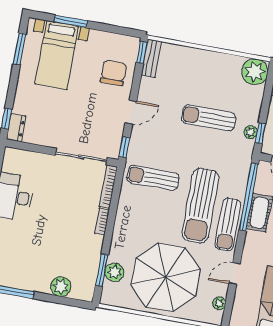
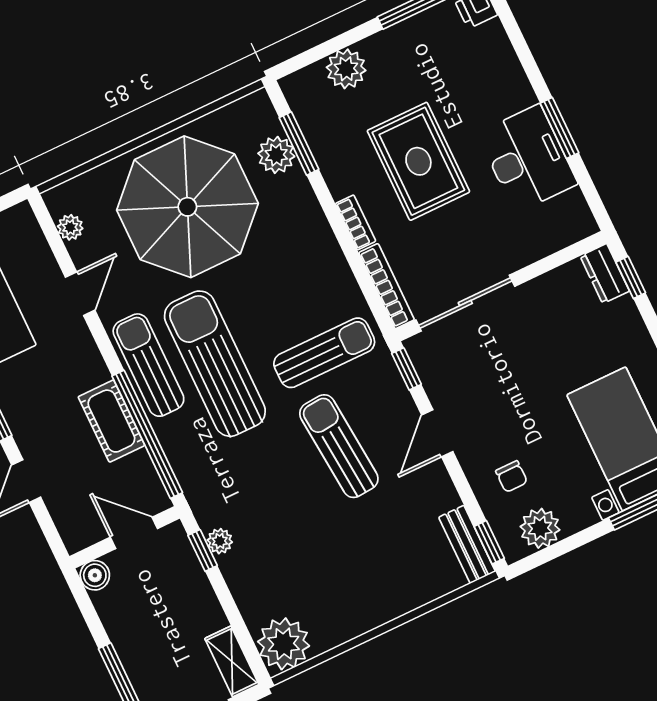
plant: (117, 43) -> (540, 528), added
chair: (113, 73) -> (512, 477), width x0.54, depth x0.54
sun lounger: (209, 118) -> (339, 446), moved, turned -95
rug: (59, 228) -> (418, 161), added

